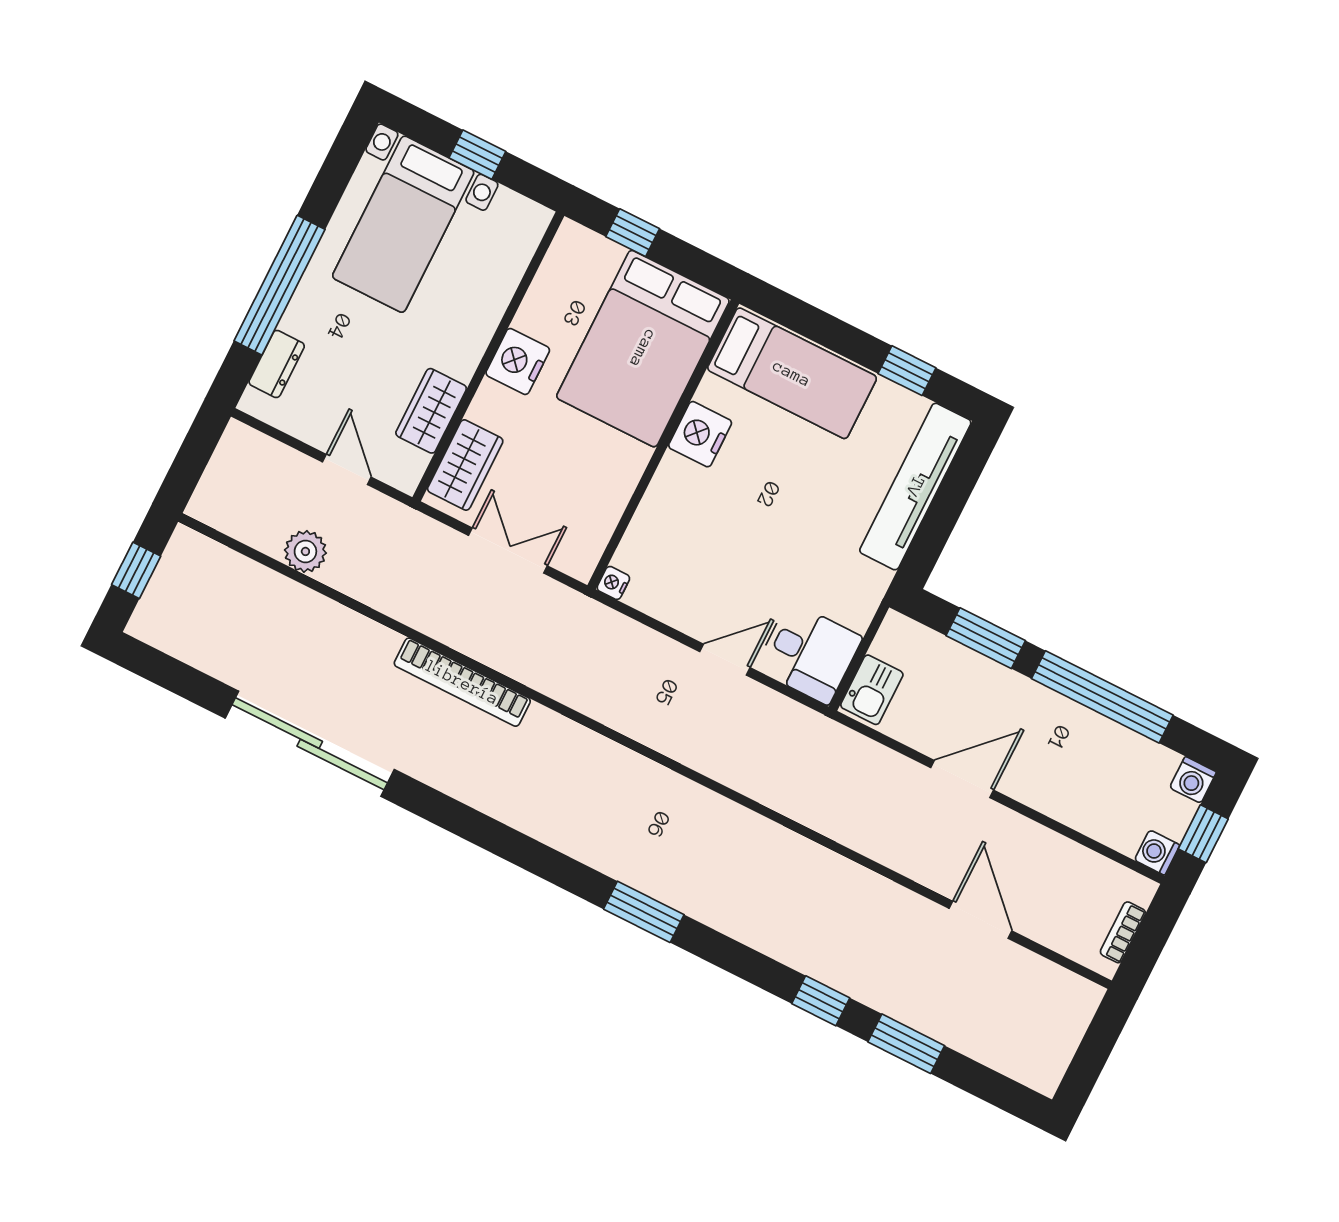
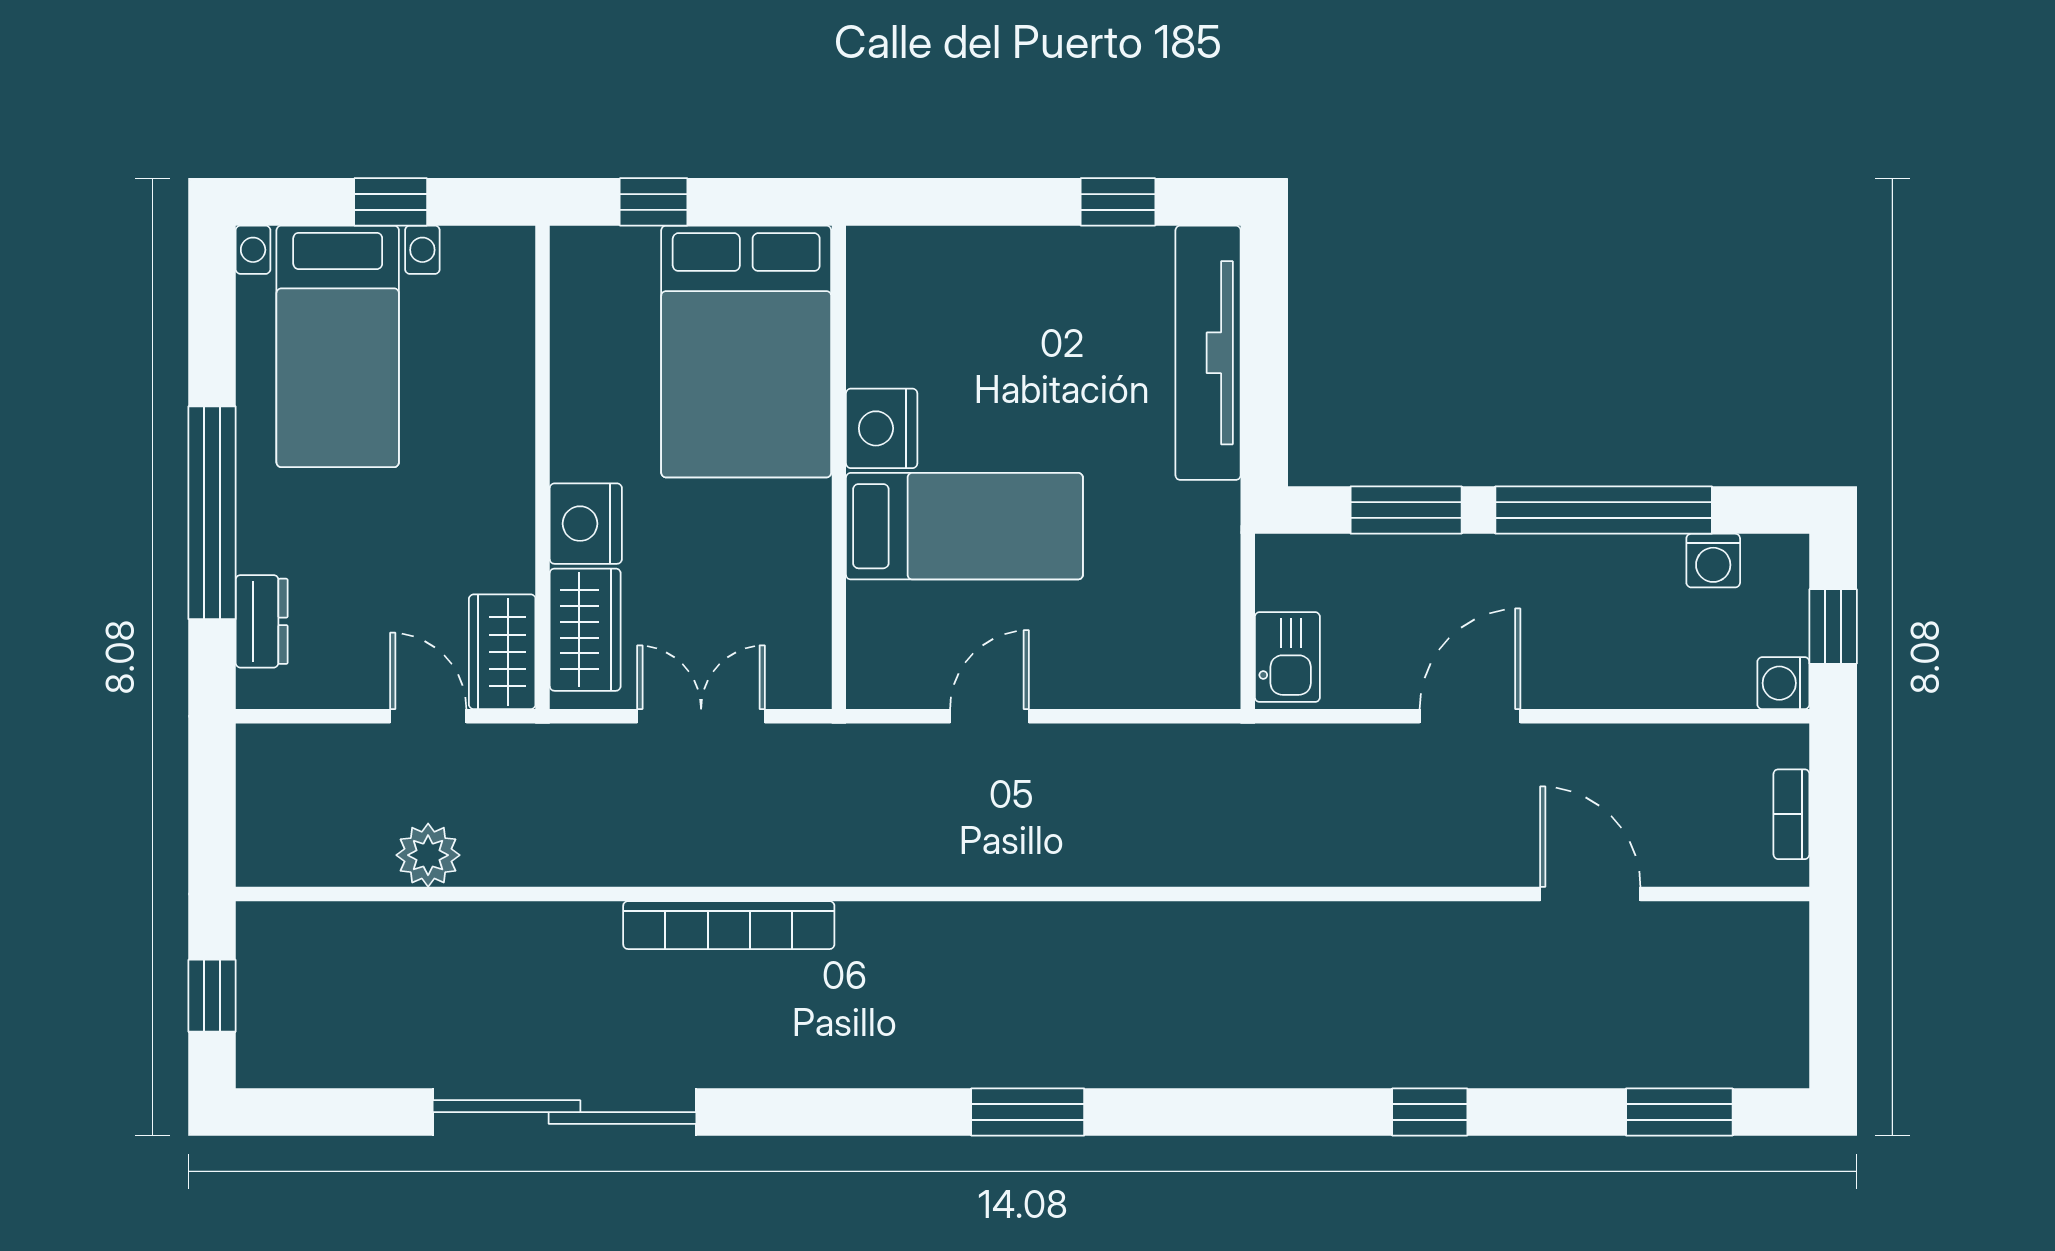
nightstand: (518, 362) -> (586, 524), moved
bed: (792, 373) -> (964, 526), moved
wardrobe: (431, 411) -> (502, 652), moved
nightstand: (613, 583) -> (866, 688), removed
desk: (809, 653) -> (1177, 650), removed
door: (725, 660) -> (989, 716), moved
washing machine: (1193, 780) -> (1713, 561), moved
window: (644, 912) -> (1028, 1112), moved
window: (906, 1044) -> (1679, 1112), moved

